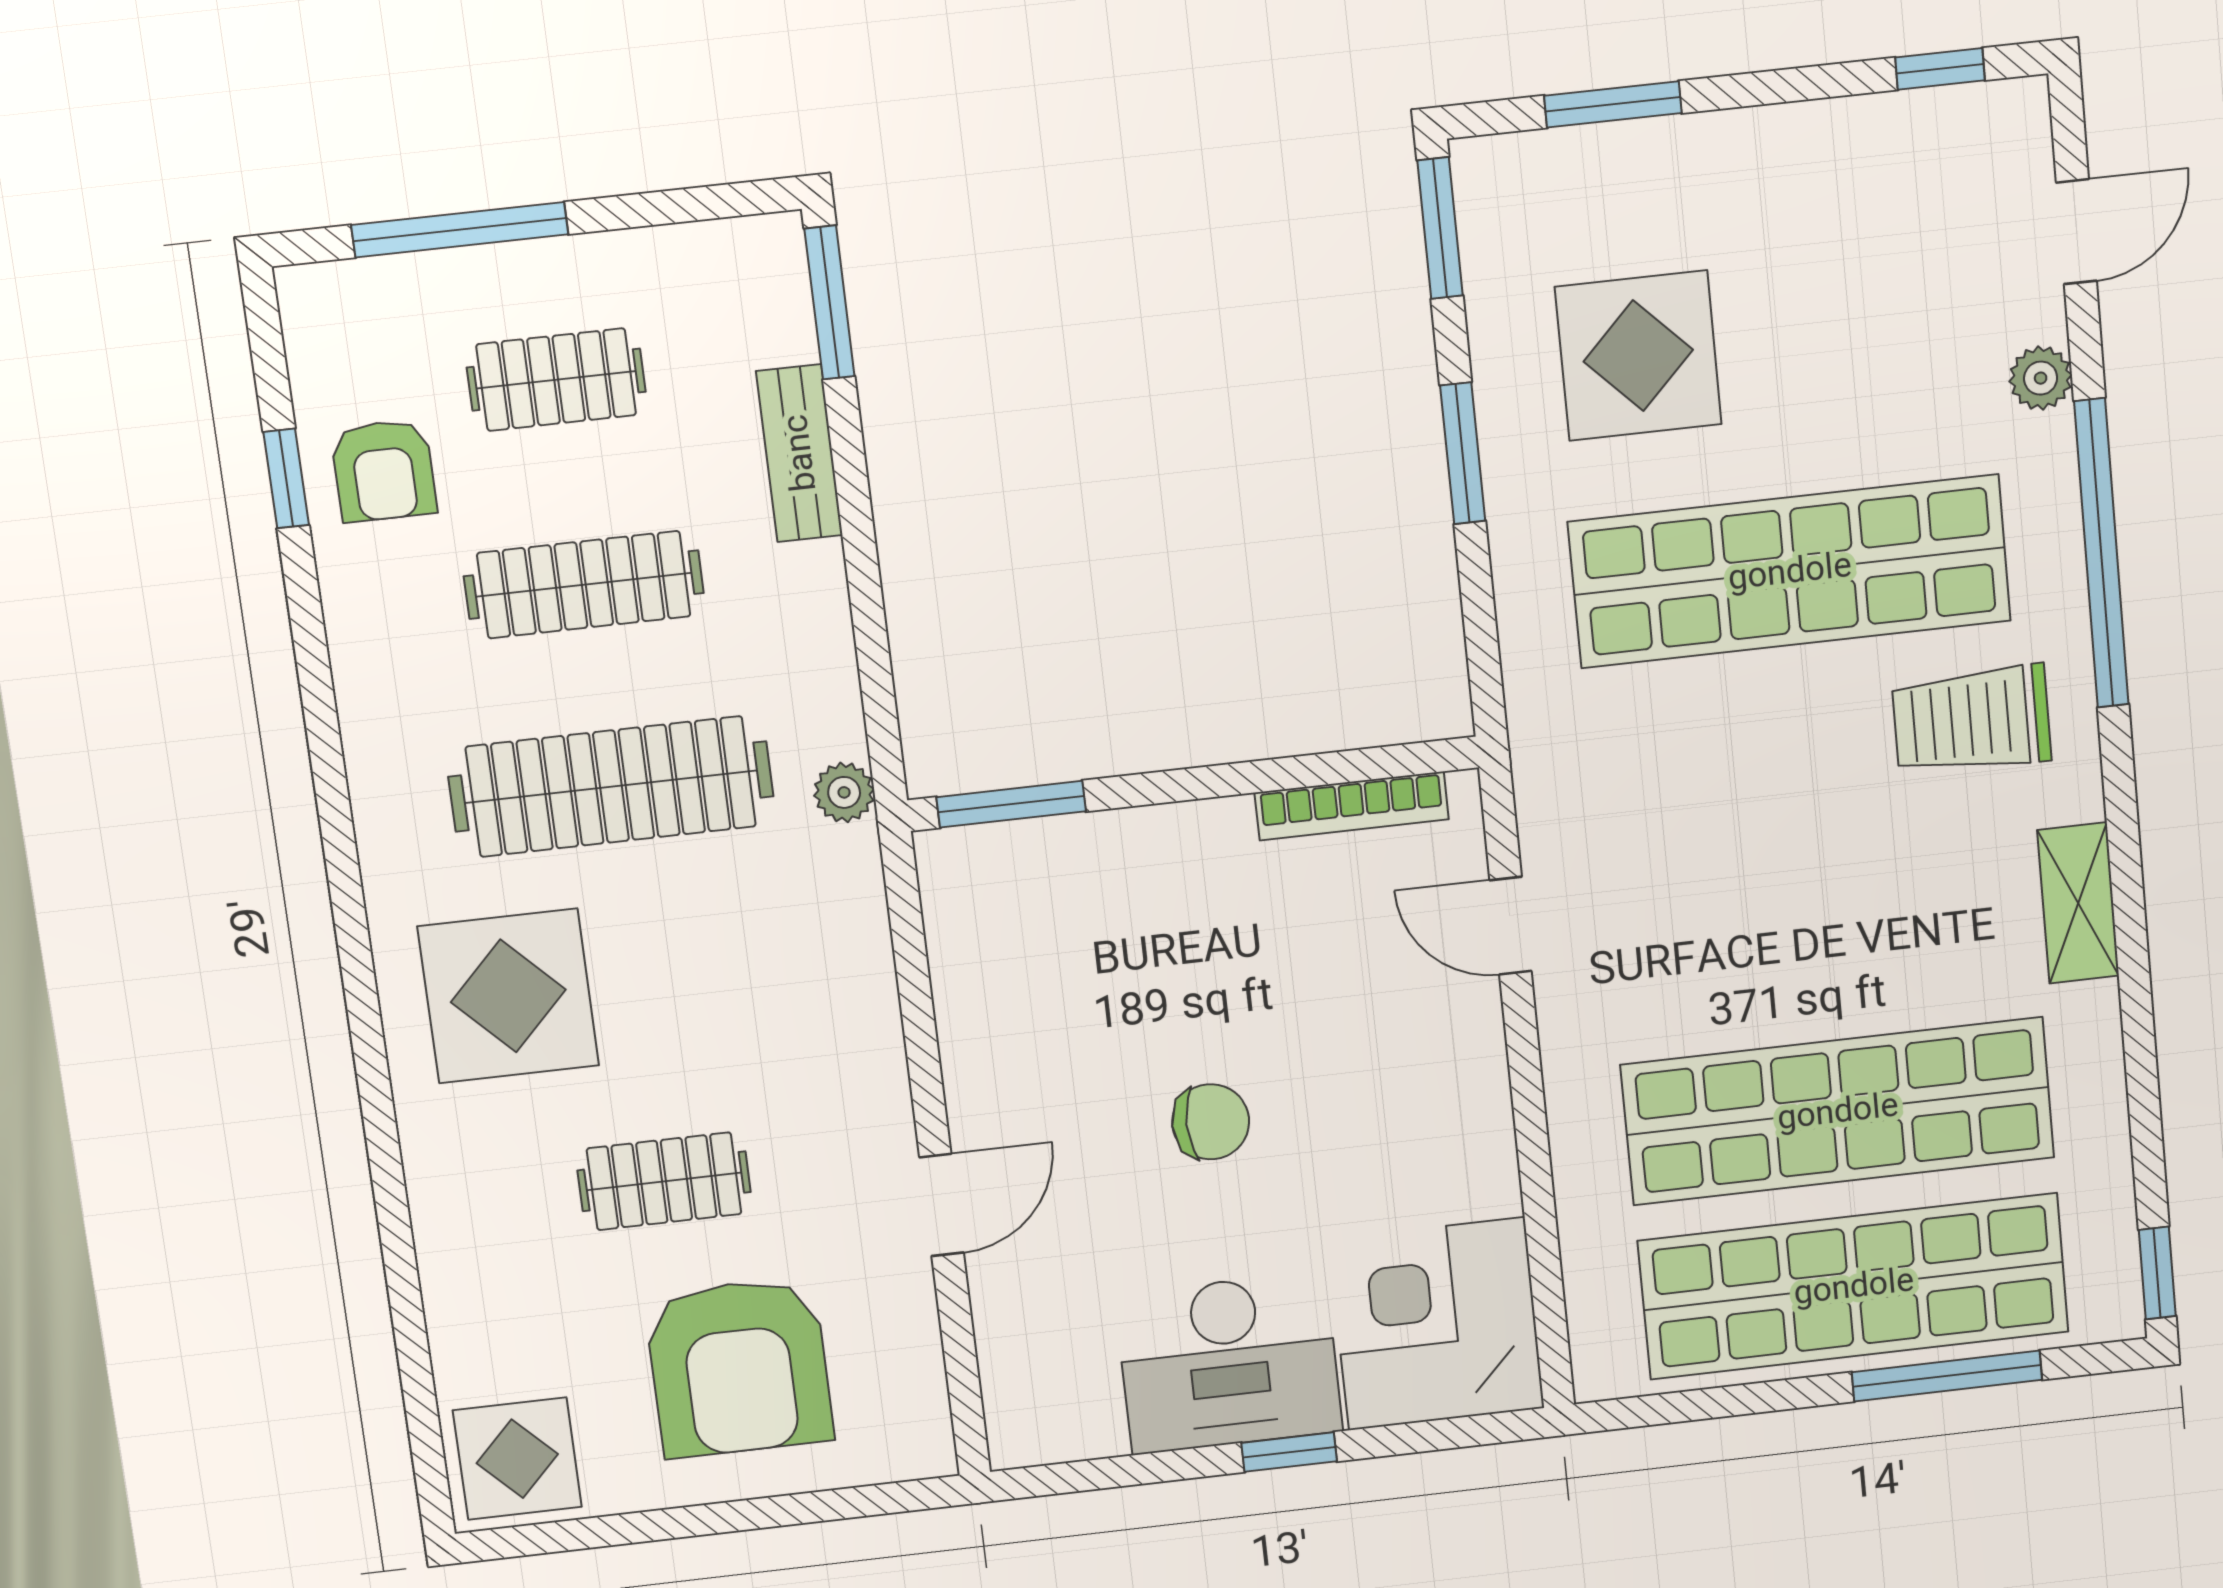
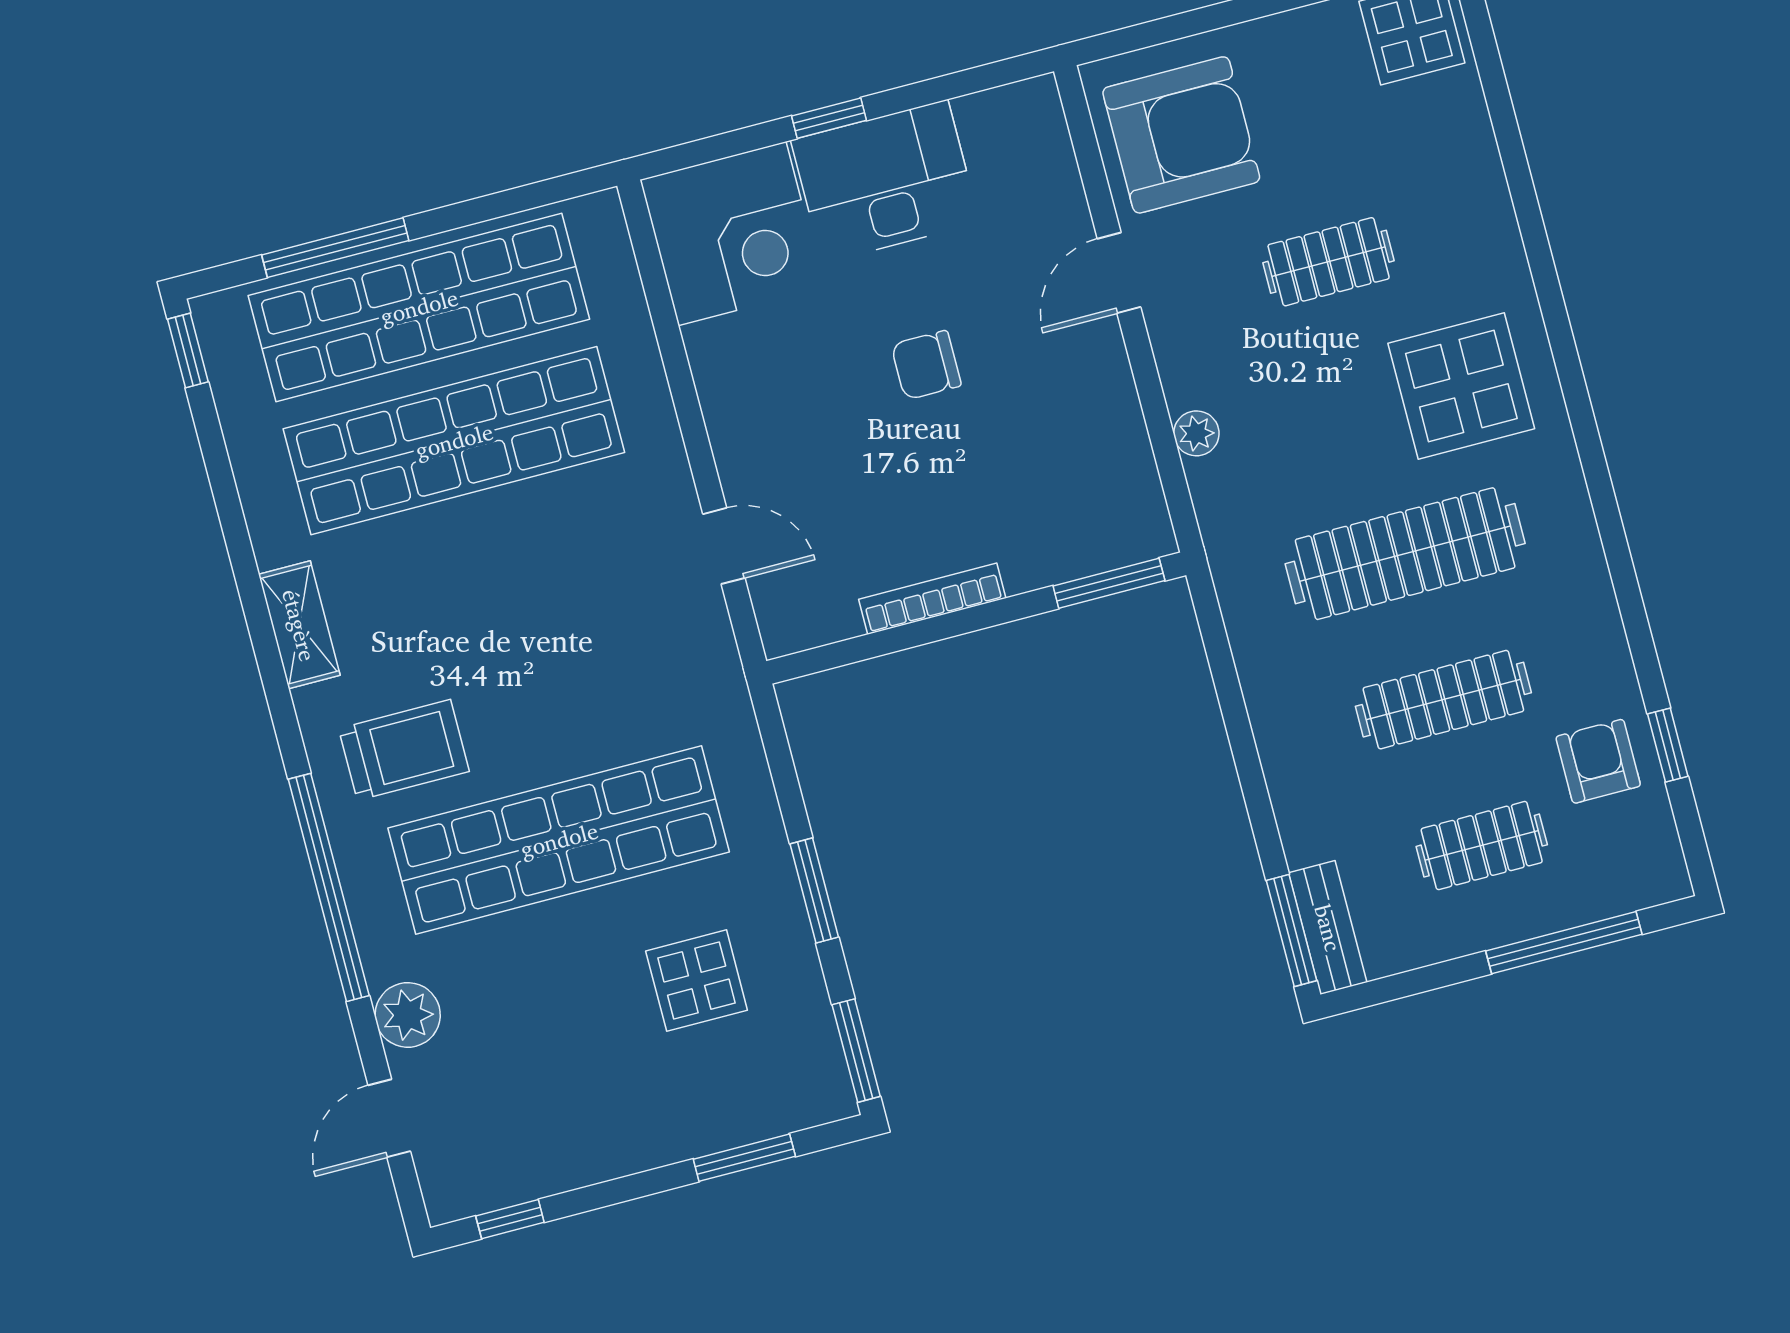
display table: (1638, 356) -> (697, 981), width x0.73, depth x0.73
plant: (2041, 378) -> (408, 1015), width x1.38, depth x1.38
bench: (799, 453) -> (1328, 928), moved
plant: (844, 792) -> (1196, 433), moved
bookcase: (1352, 806) -> (932, 599), moved
armchair: (739, 1367) -> (1181, 135), moved, turned 90

